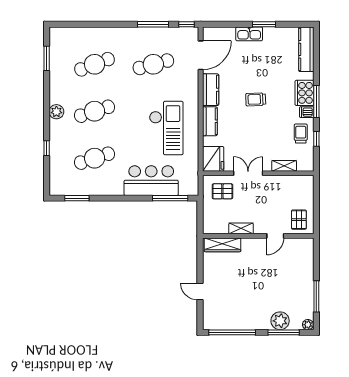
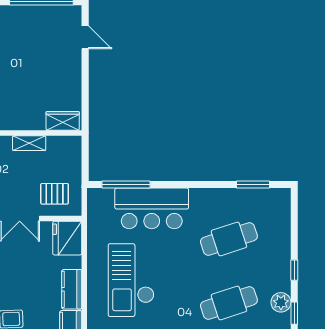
window: (47, 104) -> (294, 313), added
window: (47, 148) -> (294, 270), moved
wardrobe: (223, 245) -> (63, 121), width x0.67
door: (200, 291) -> (85, 37), moved

